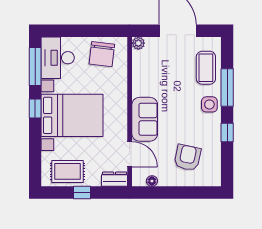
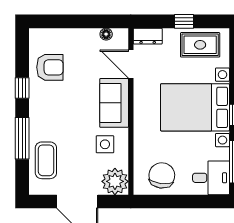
plant: (138, 43) -> (115, 181), width x1.88, depth x1.88
desk: (58, 58) -> (211, 178), width x0.73
side table: (209, 104) -> (105, 144), moved
armchair: (187, 158) -> (50, 67), moved, turned -102

